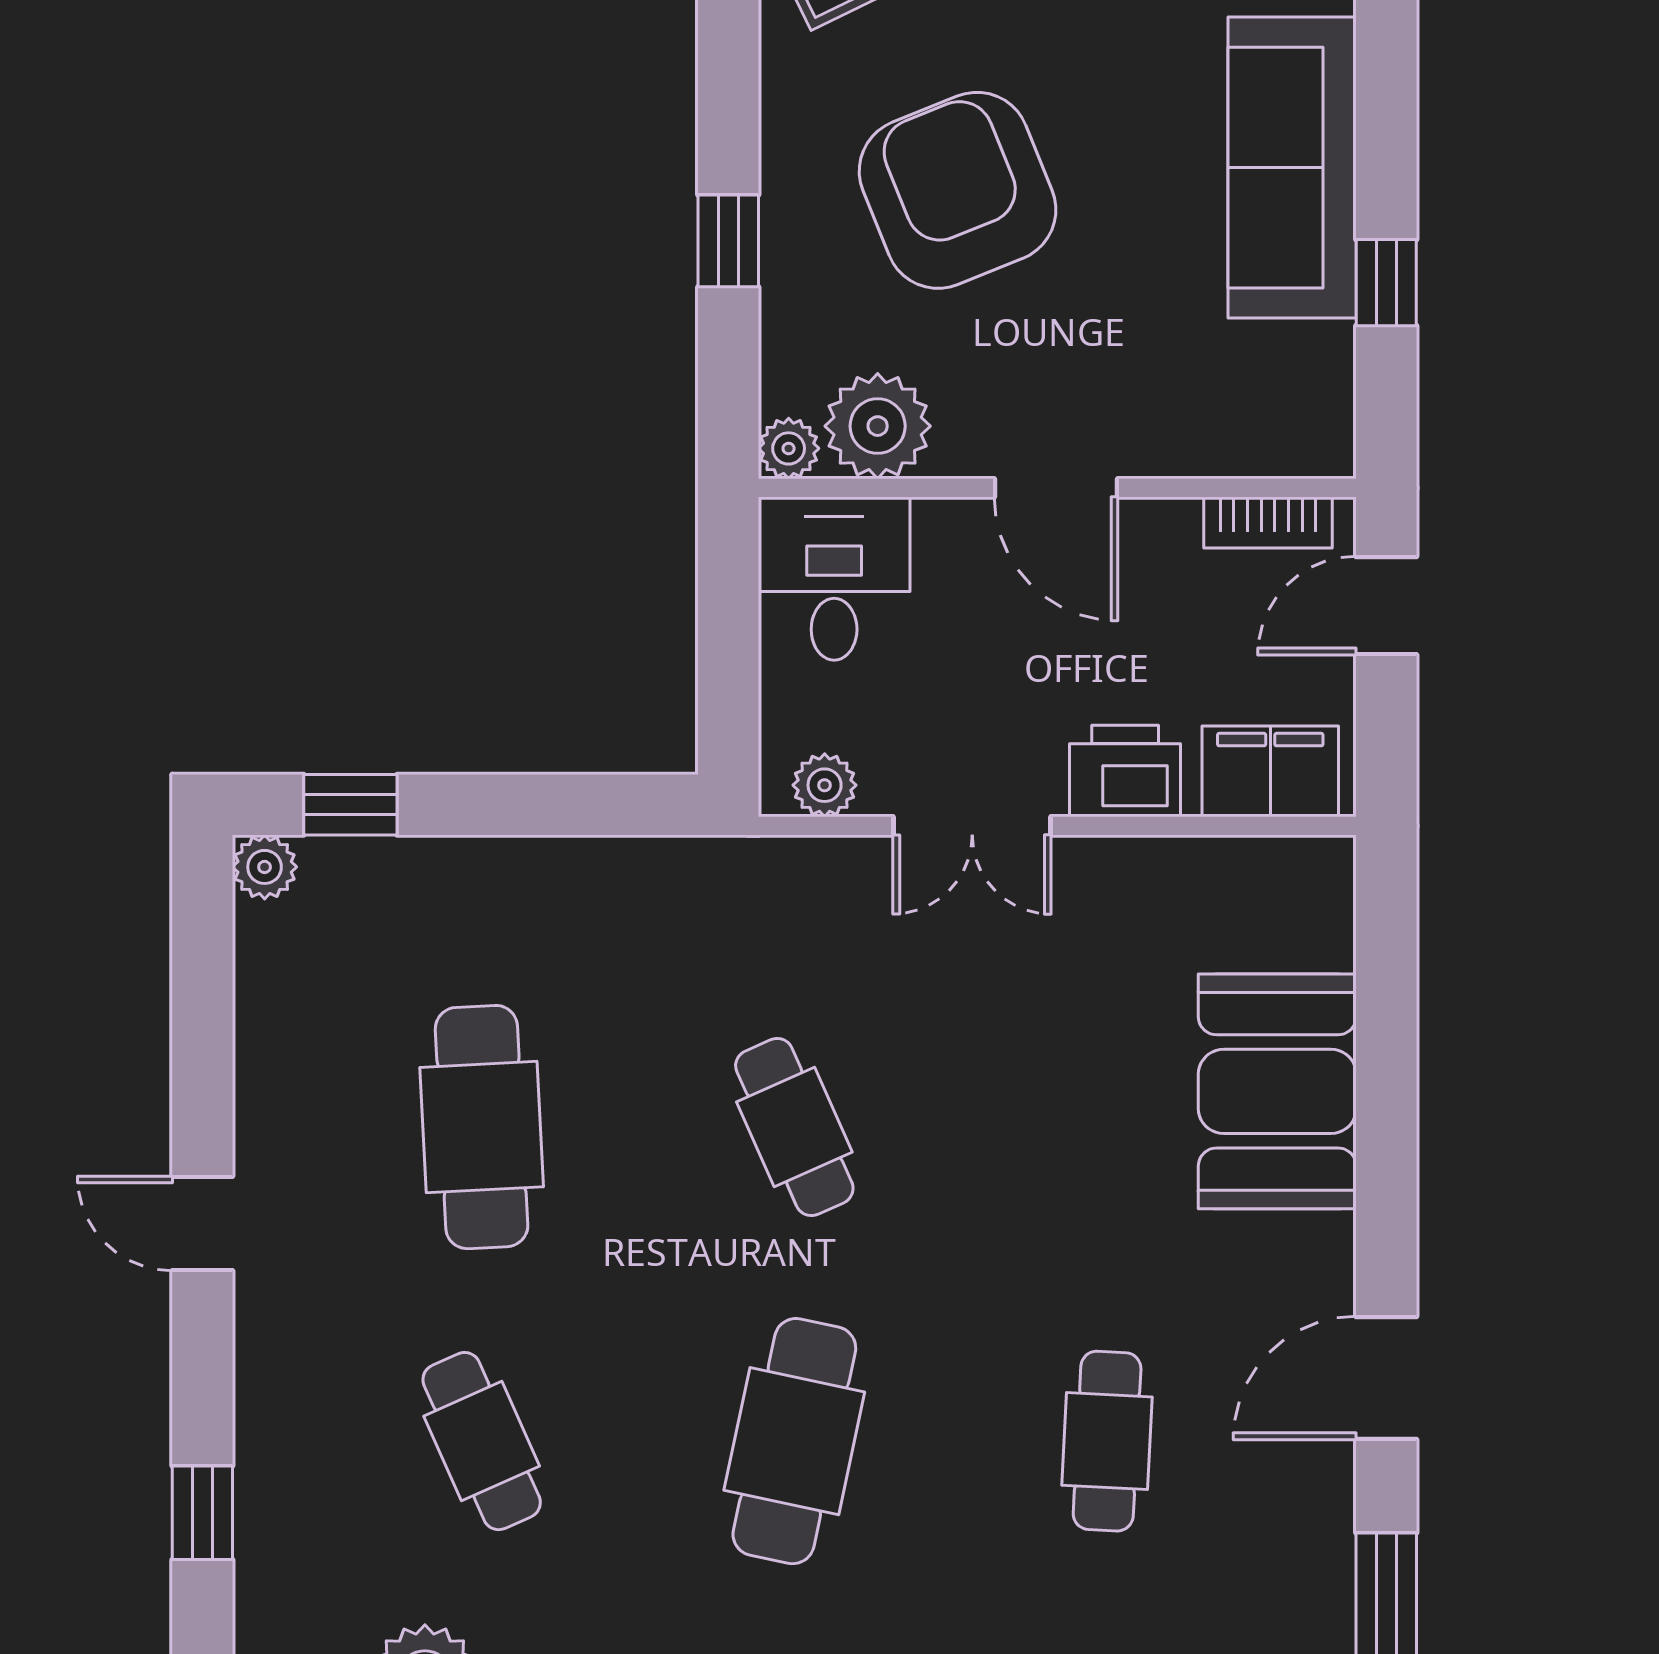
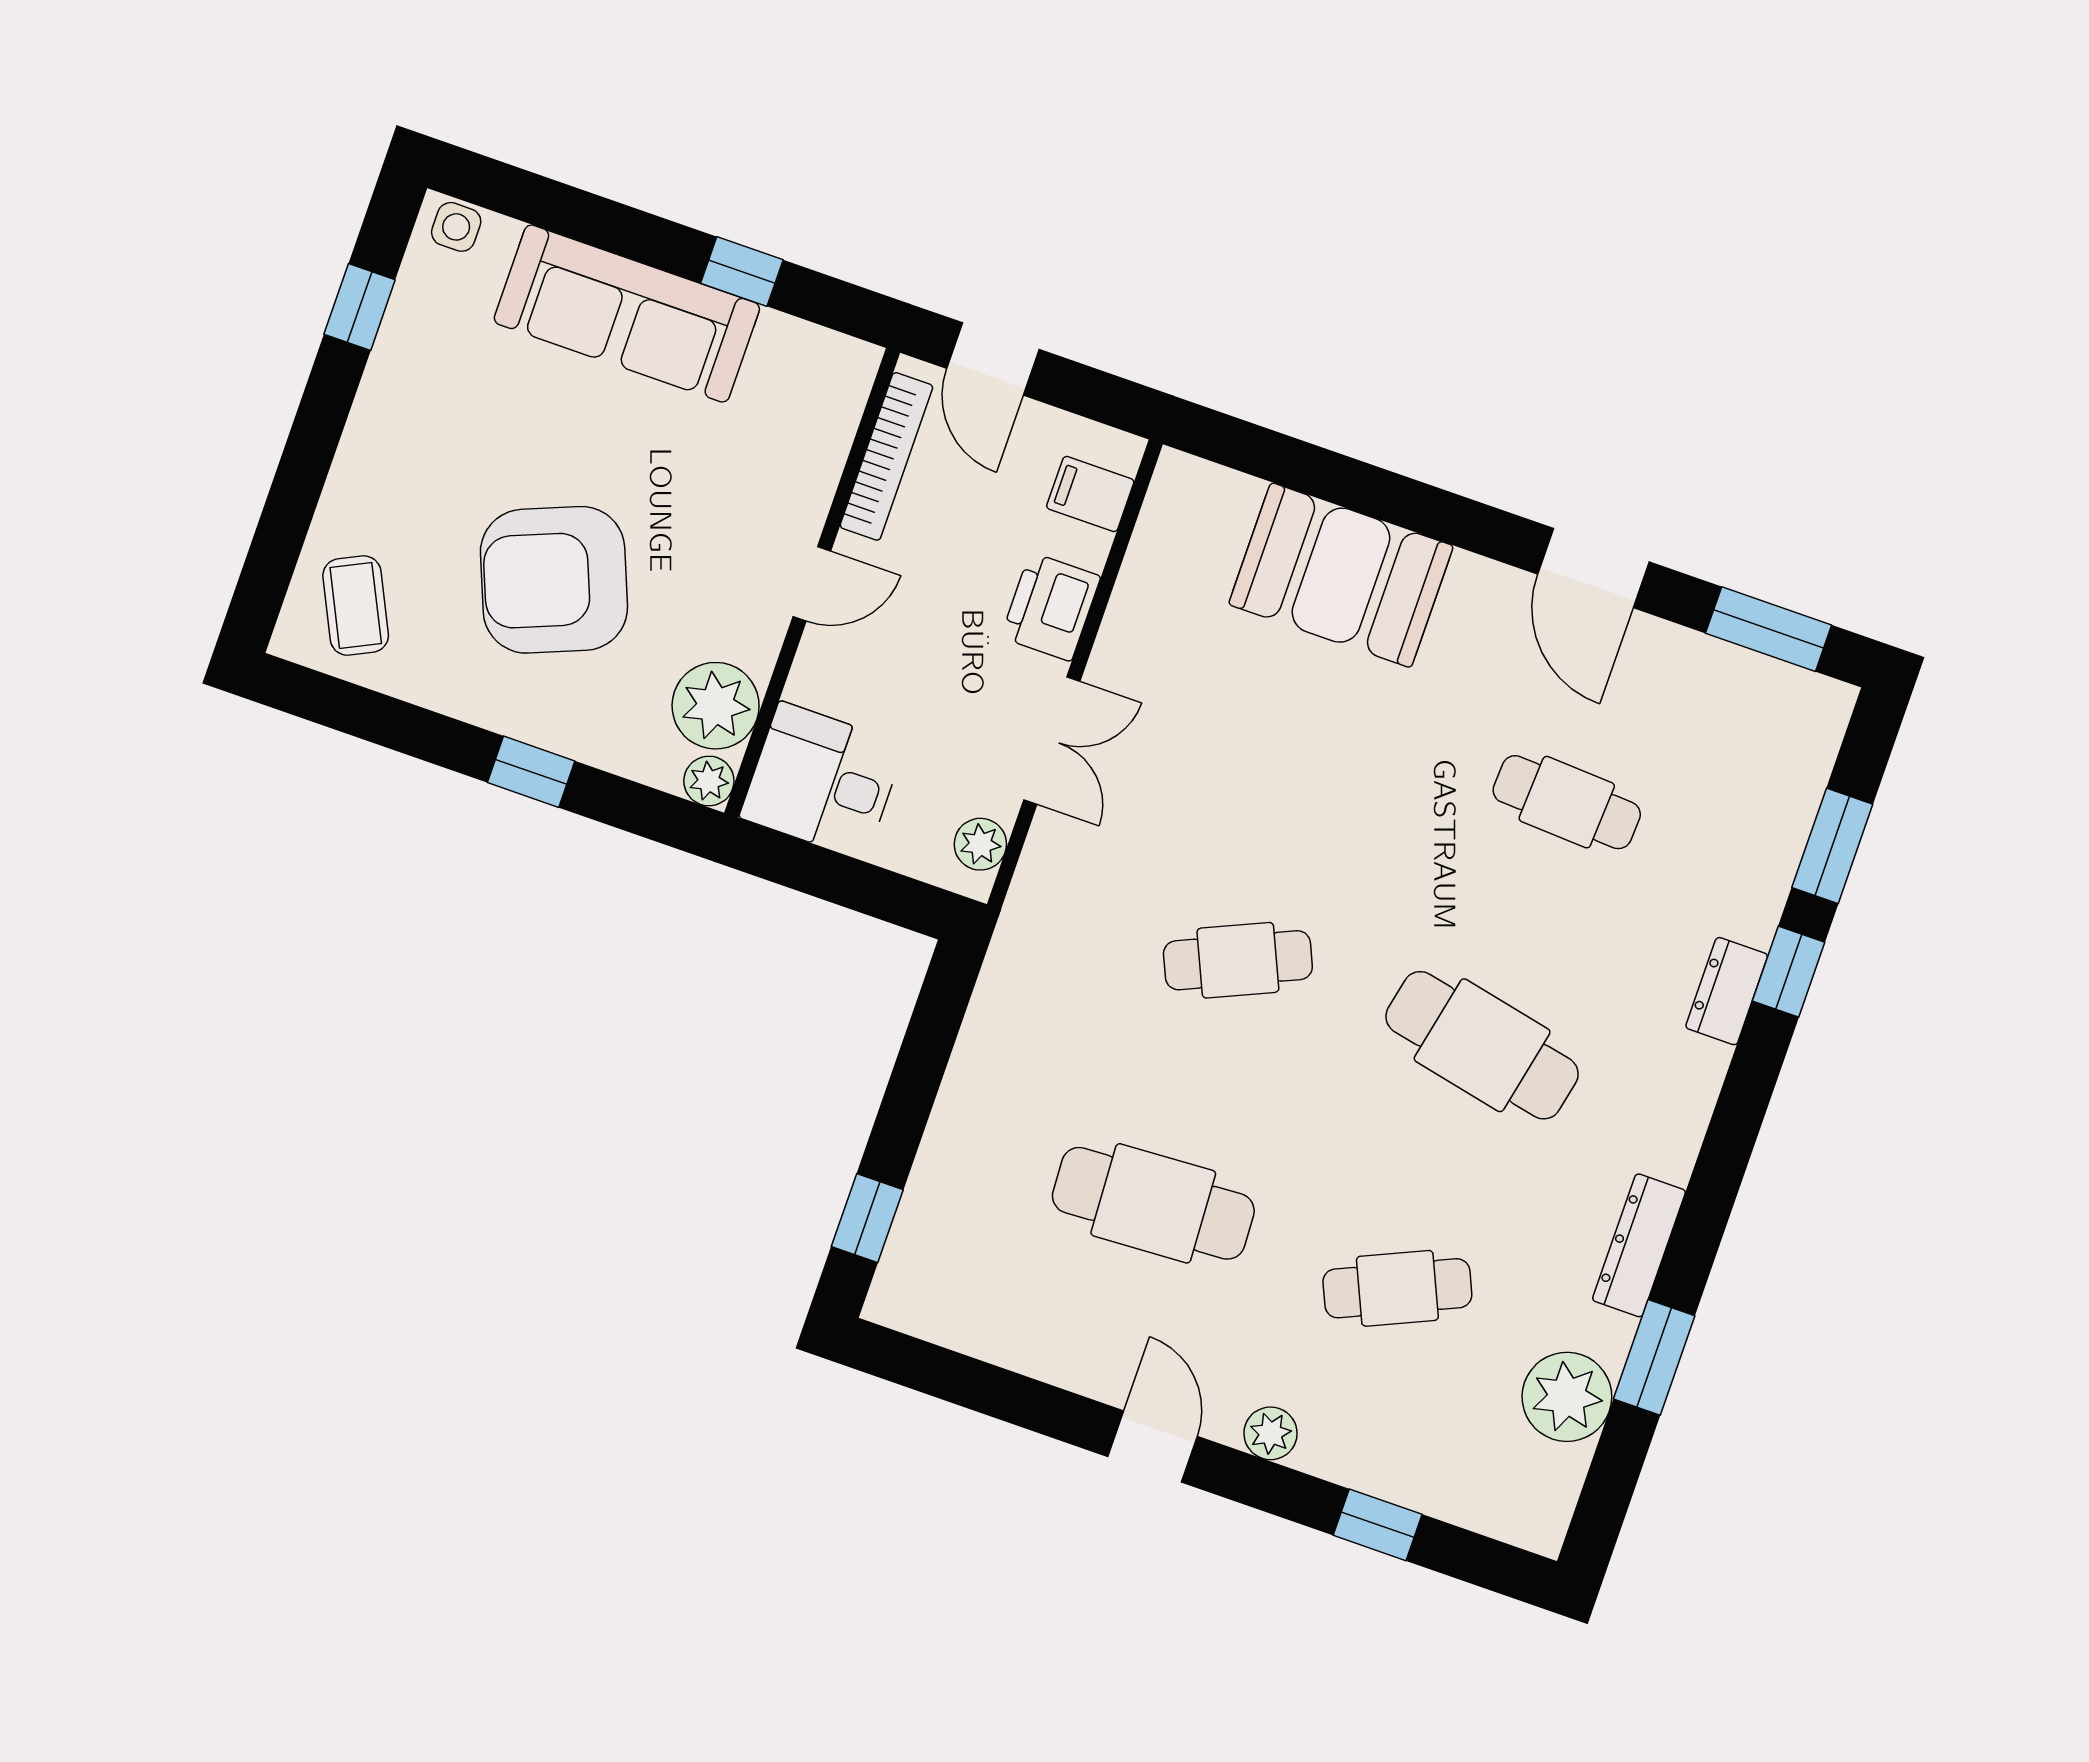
door: (1056, 488) -> (812, 584), width x0.73
bookcase: (1268, 522) -> (886, 456), width x1.56
filing cabinet: (1270, 771) -> (1090, 494), width x0.50
plant: (265, 867) -> (1271, 1433), moved
door: (202, 1223) -> (1153, 1446), swing flipped

